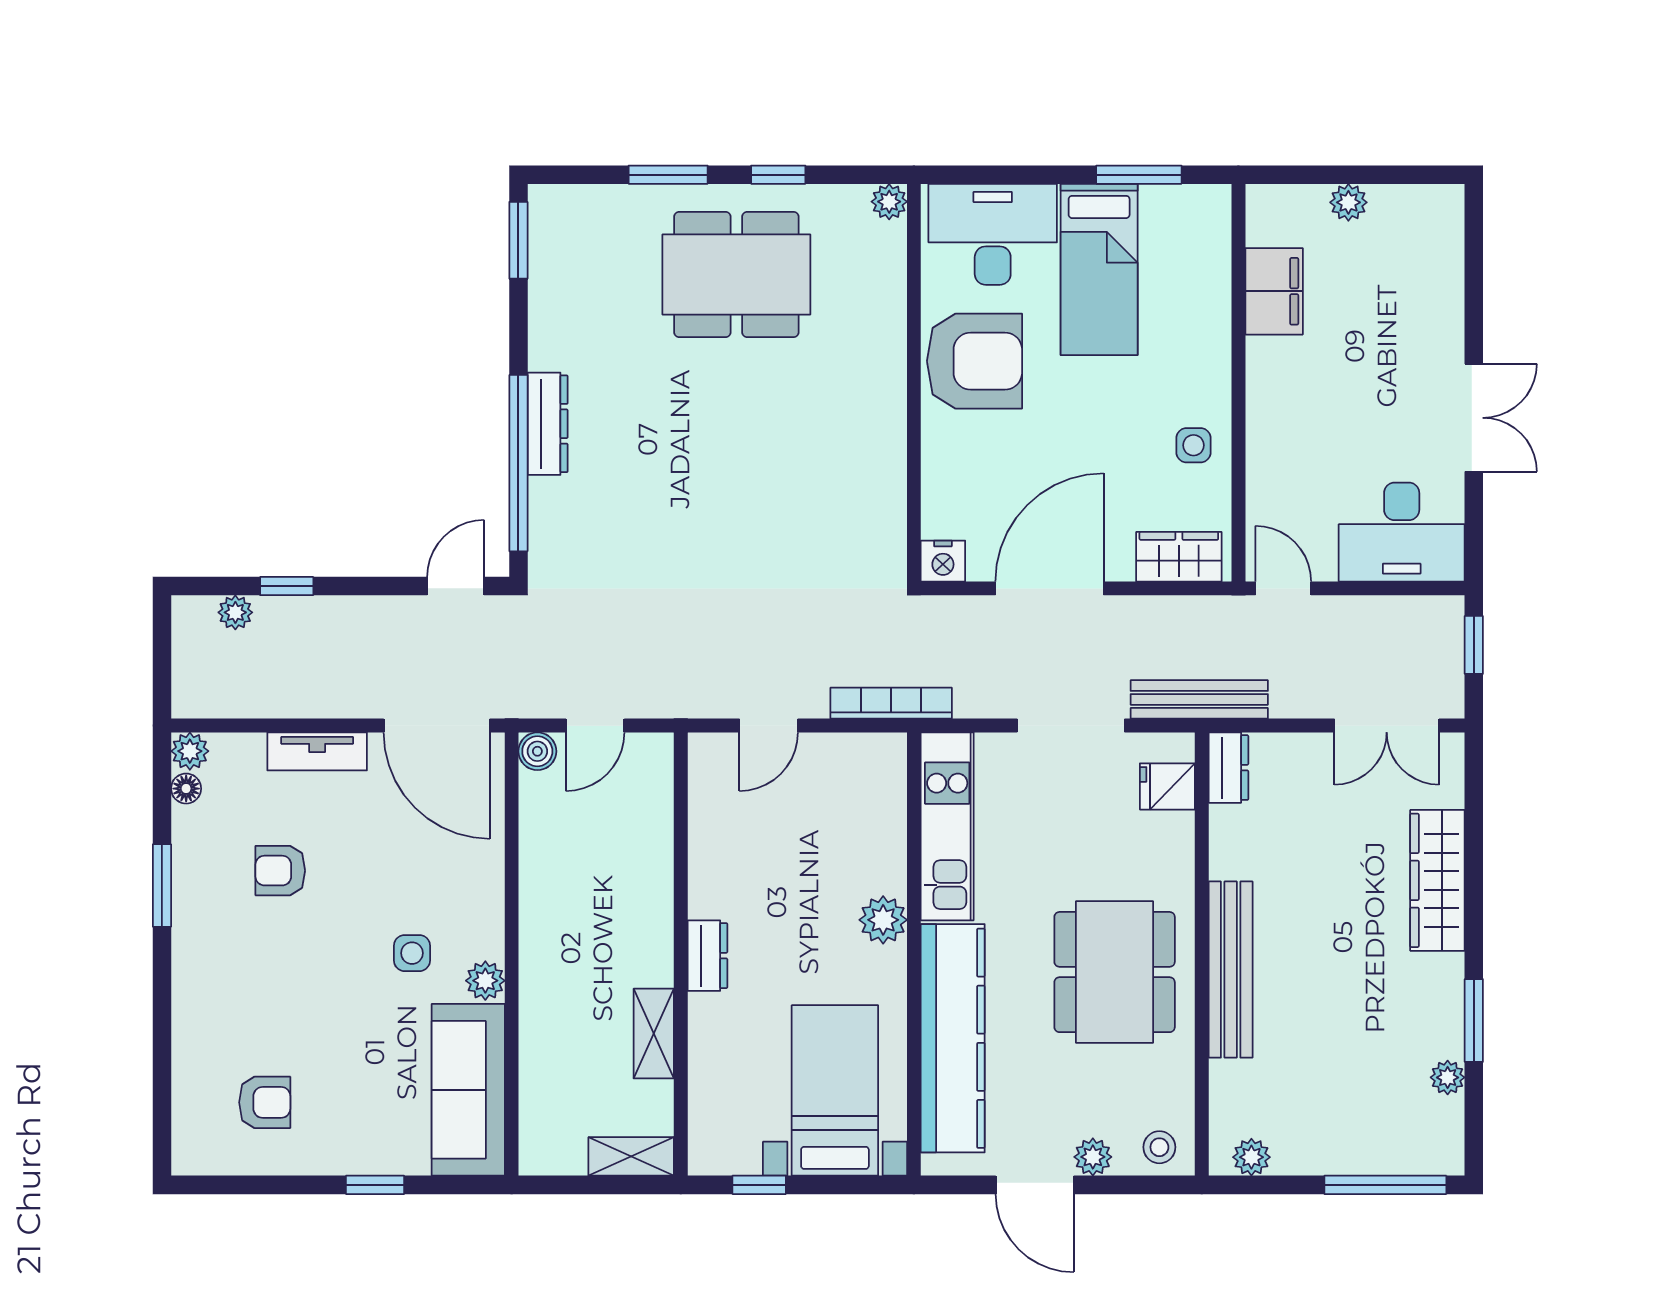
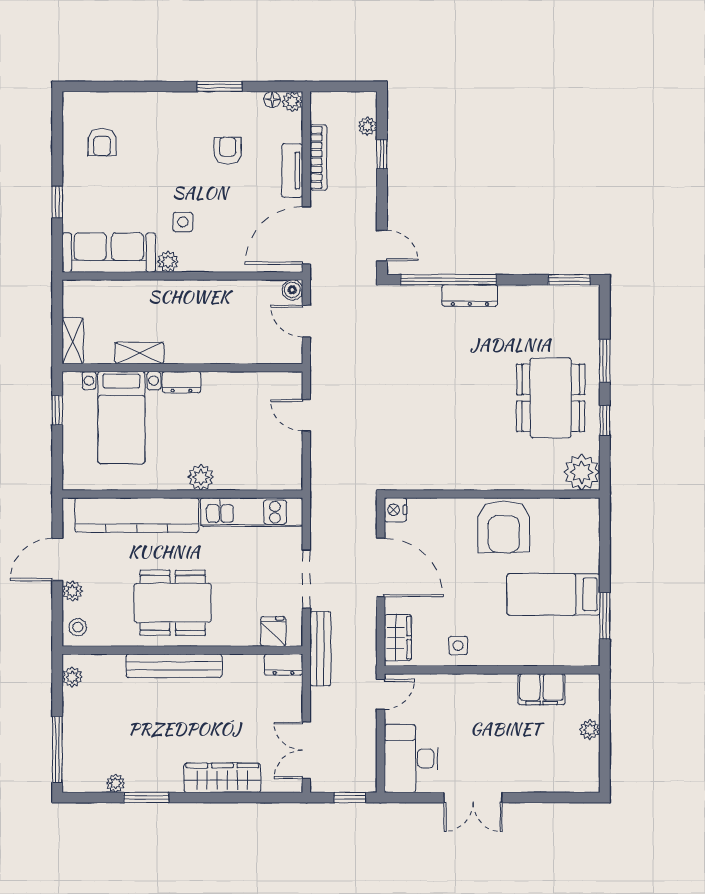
plant: (889, 202) -> (582, 472), width x1.88, depth x1.88
desk: (993, 234) -> (572, 537), removed
bookcase: (891, 703) -> (318, 158), moved
bed with nightstands: (835, 1090) -> (121, 418), moved, turned 90

